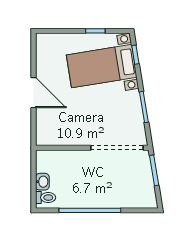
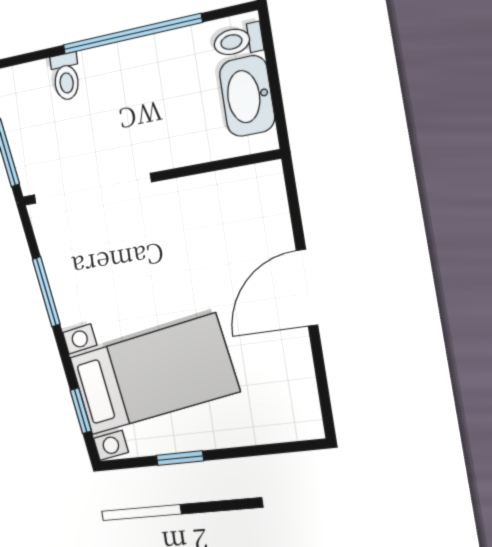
door: (33, 93) -> (307, 288), hinge flipped
washbasin: (42, 182) -> (247, 96), width x1.91, depth x1.45
toilet: (122, 198) -> (66, 77), added

